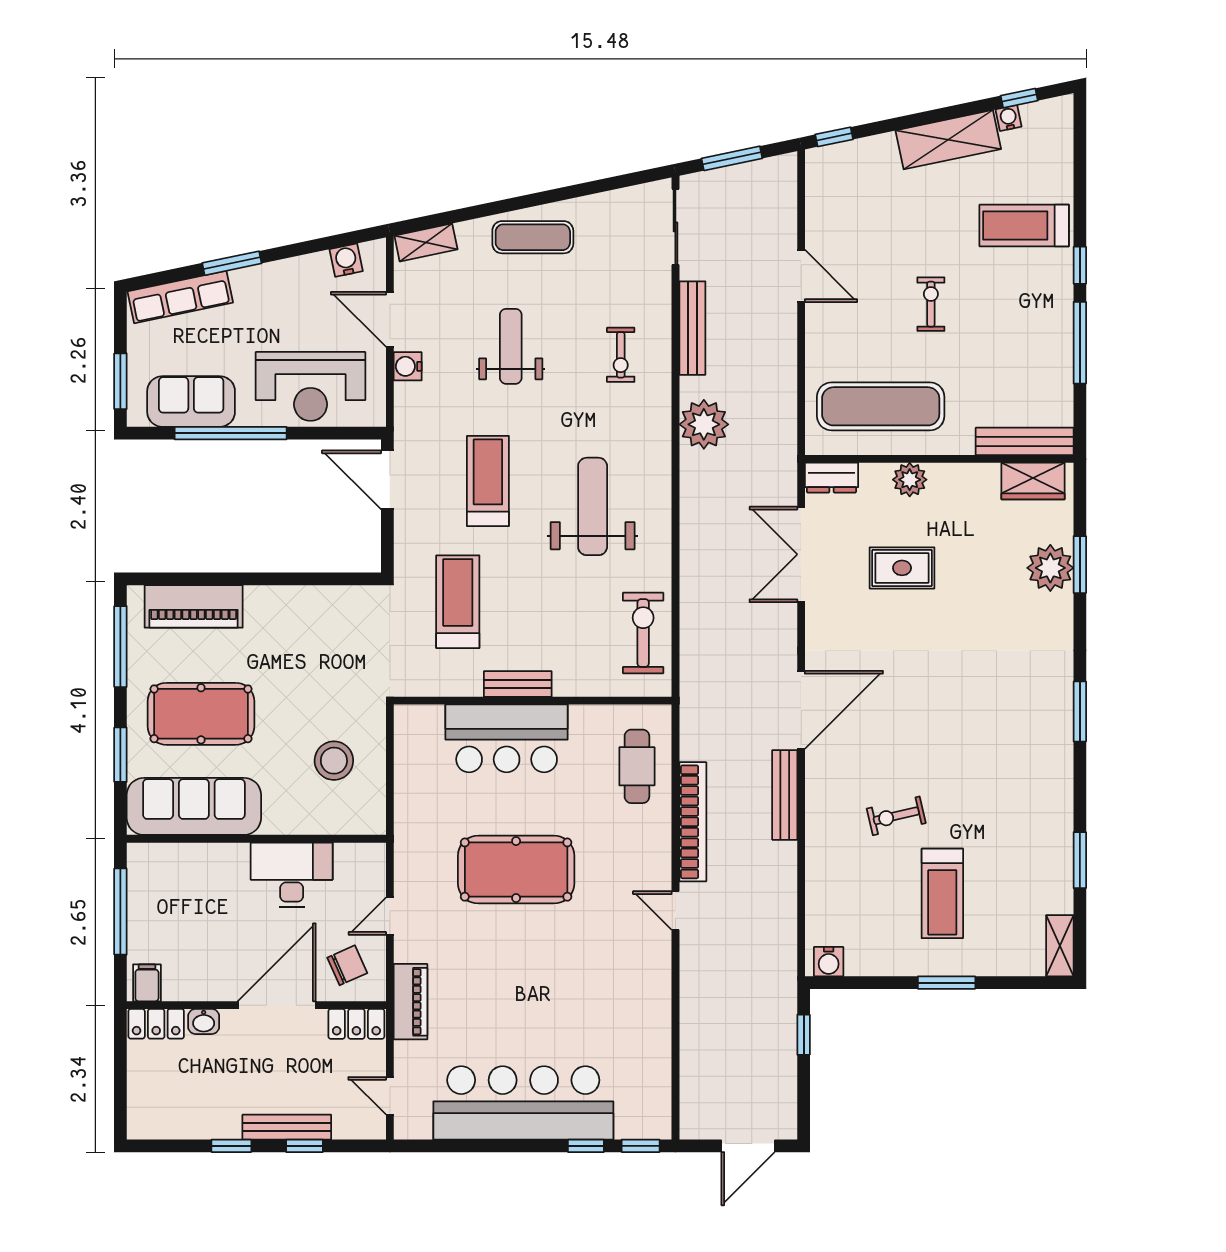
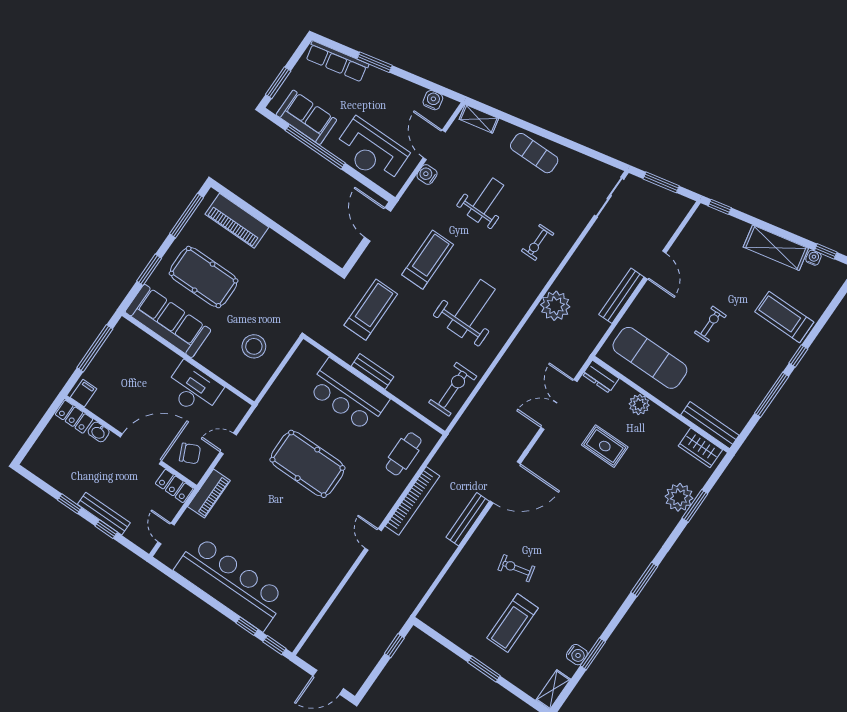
bench: (692, 328) -> (621, 296), moved
water cooler: (829, 962) -> (577, 655), moved, turned -90

